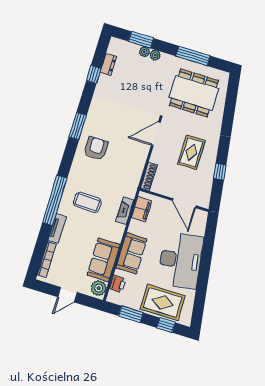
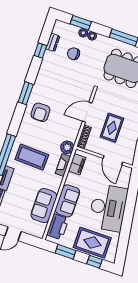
chair: (134, 77) -> (74, 54), added
door: (156, 134) -> (87, 112), moved
armchair: (96, 148) -> (40, 112), turned 180
rug: (191, 152) -> (112, 128), moved
coffee table: (87, 202) -> (32, 157), width x1.36, depth x1.32
printer: (118, 284) -> (58, 227), width x1.87, depth x1.48
plant: (99, 288) -> (67, 147), moved

